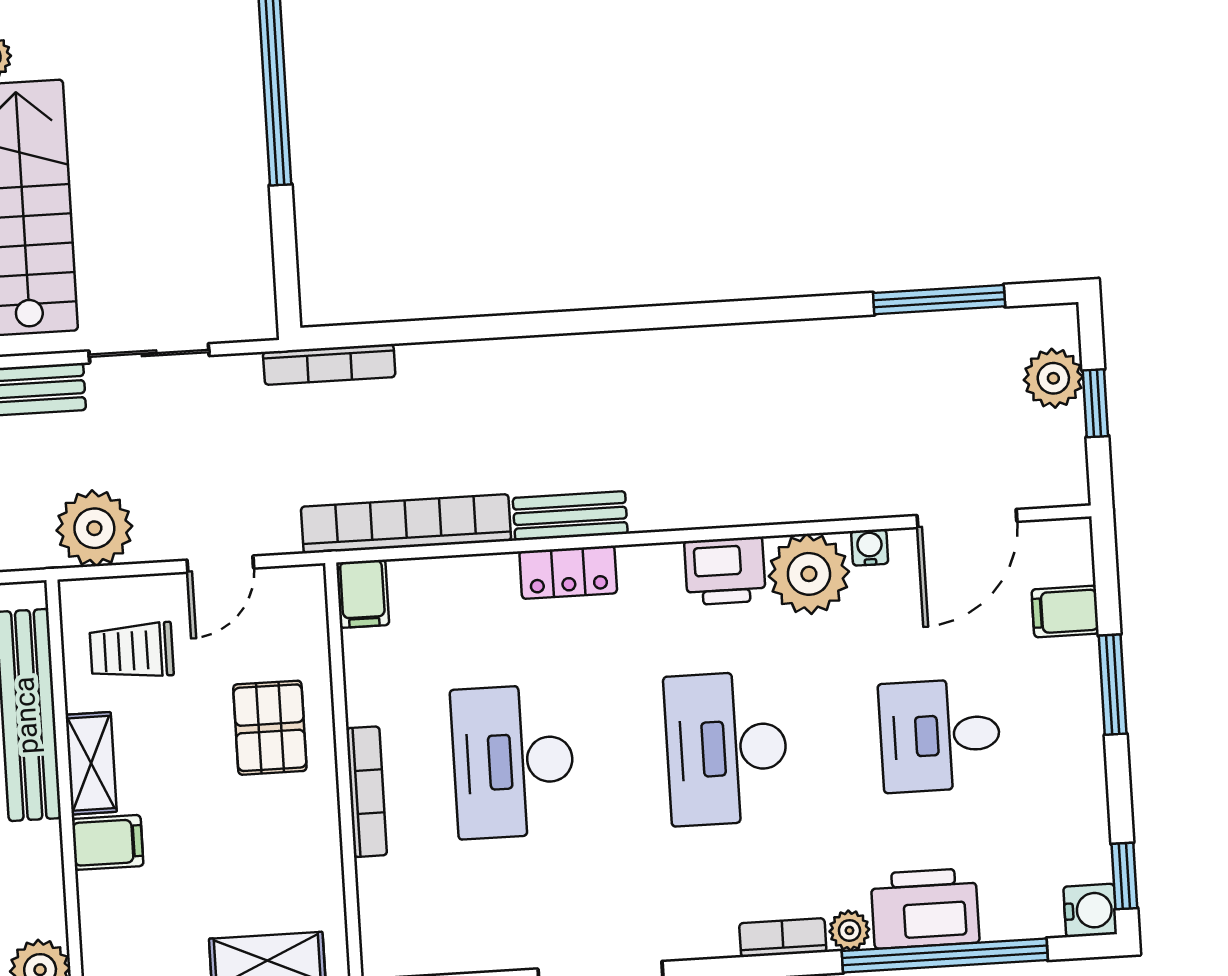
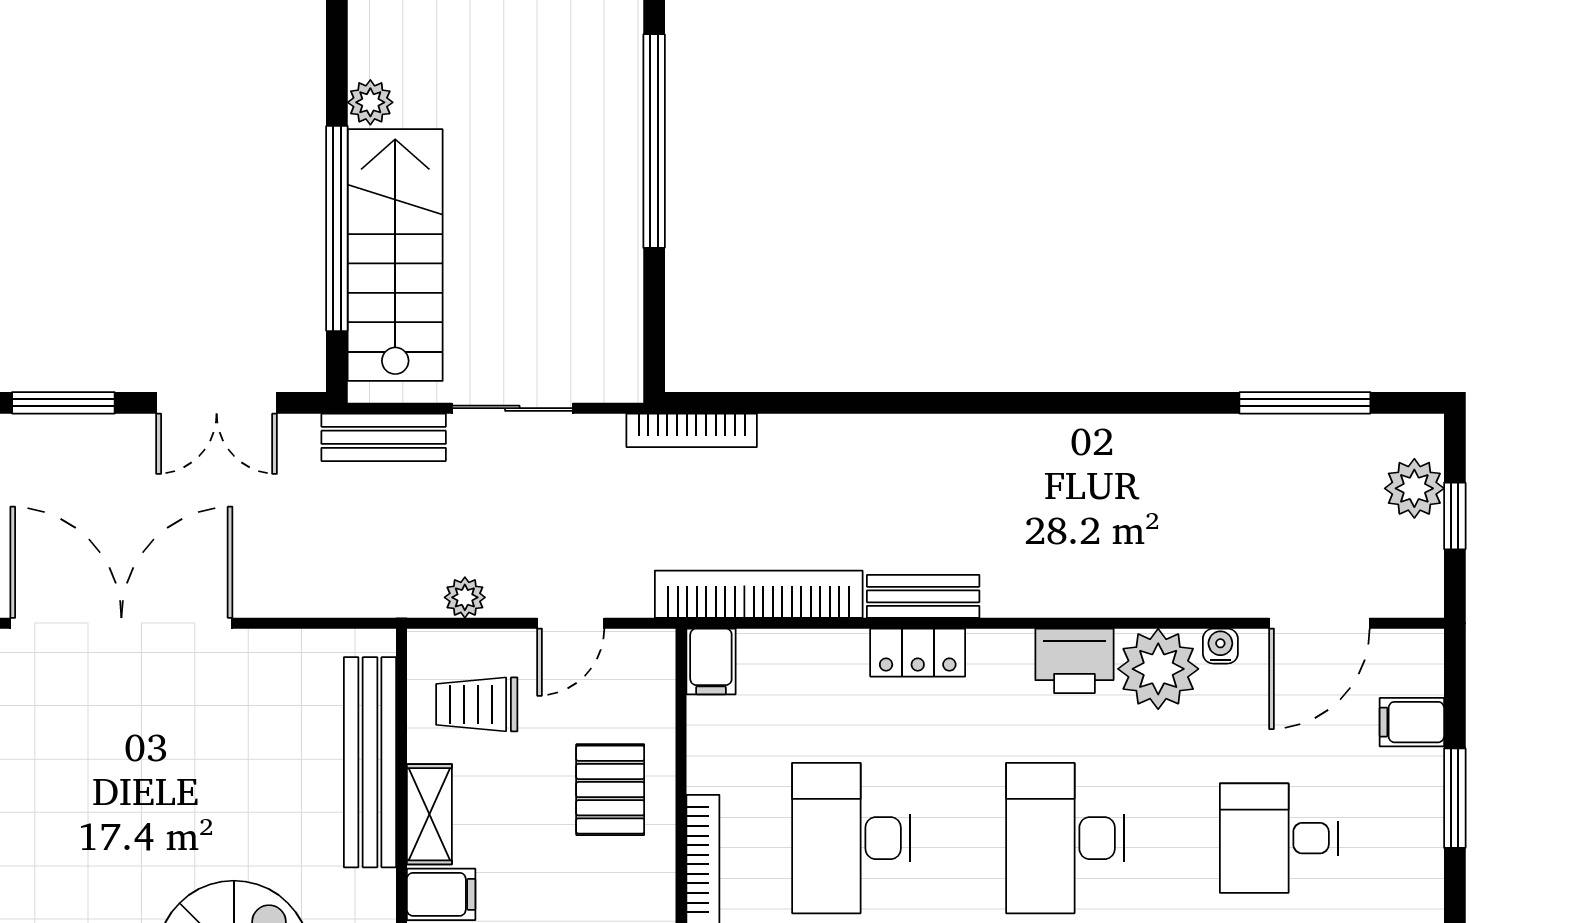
plant: (94, 528) -> (465, 597), width x0.53, depth x0.53

